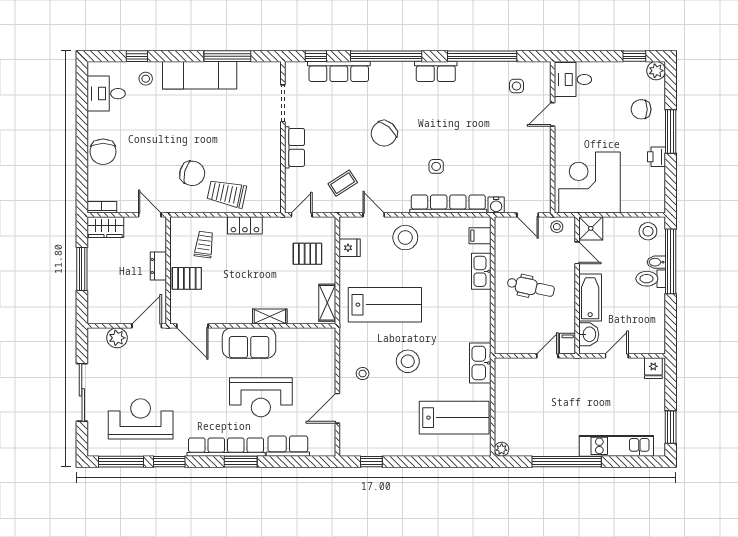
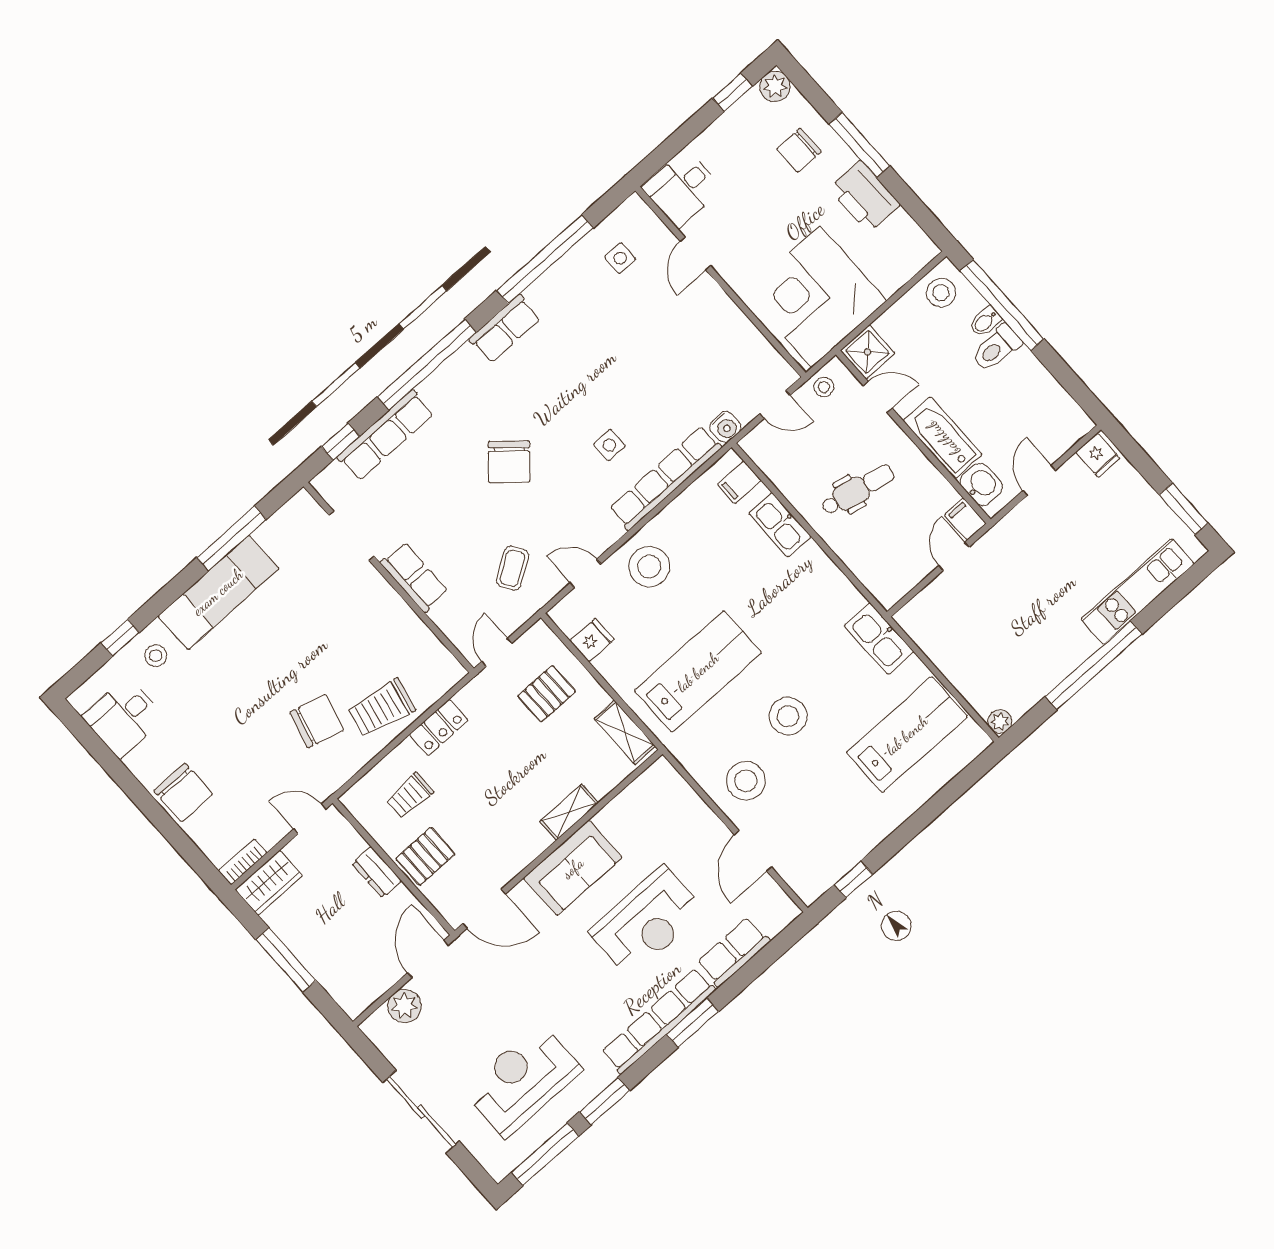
printer: (656, 157) -> (865, 196), width x1.87, depth x1.48
trolley: (204, 245) -> (409, 796), turned -98
stool: (363, 373) -> (746, 781), width x1.89, depth x1.89

